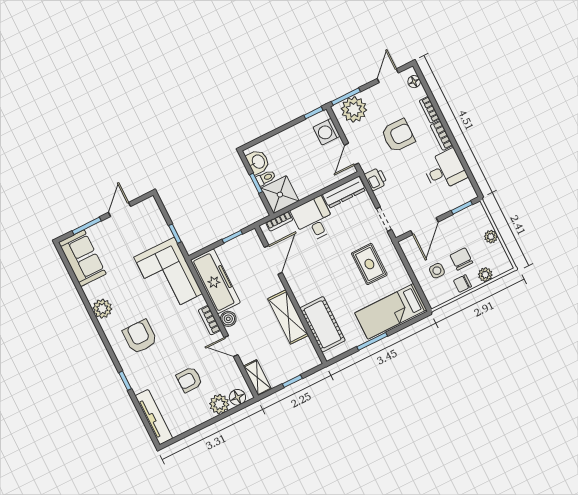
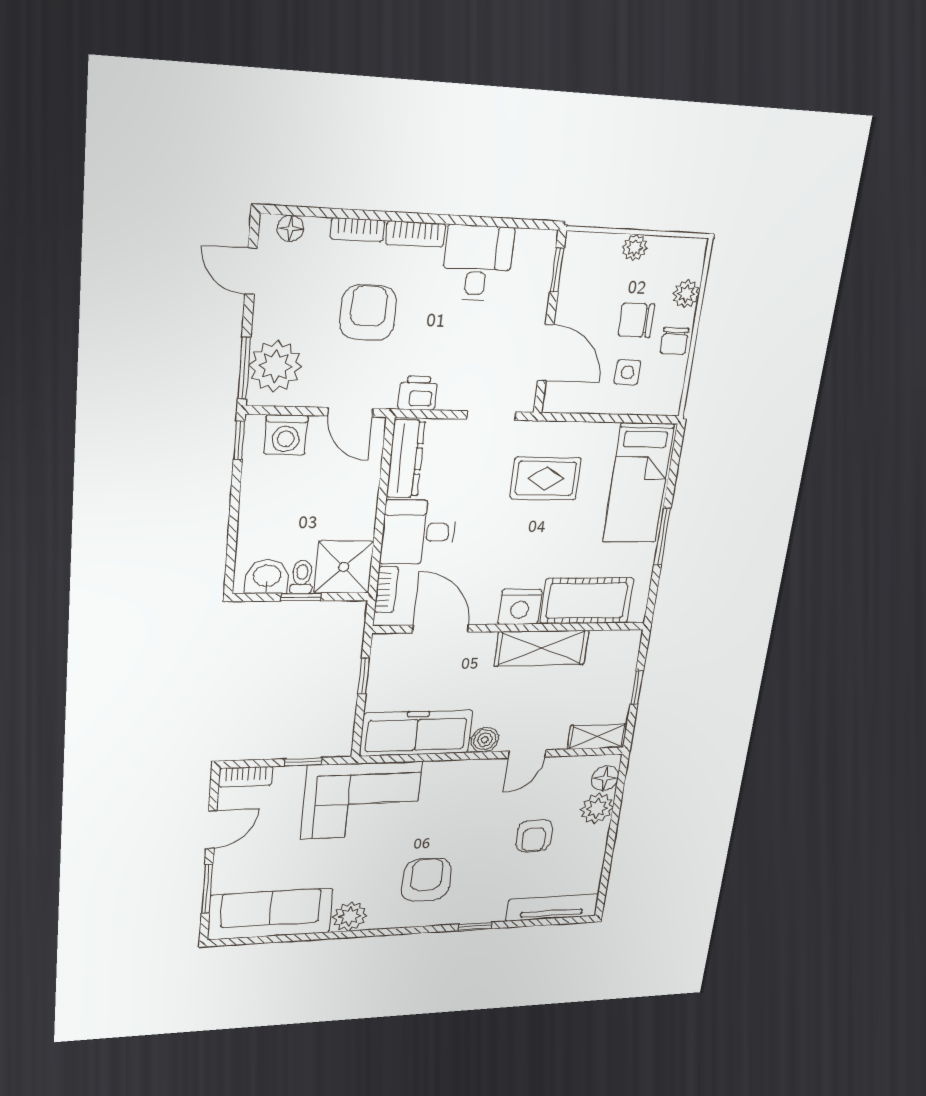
door: (119, 209) -> (211, 830), swing flipped
sofa: (82, 258) -> (270, 914), width x1.36
nightstand: (303, 292) -> (520, 607), added
bookcase: (209, 320) -> (246, 777), moved
armchair: (140, 337) -> (426, 880), turned 90

